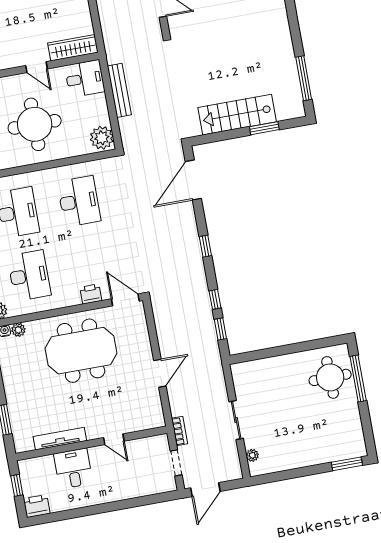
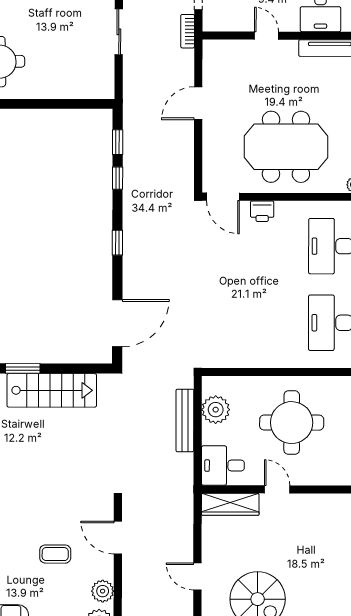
bench: (119, 90) -> (185, 420), moved
plant: (102, 138) -> (216, 410), moved
desk: (79, 201) -> (256, 323), removed

